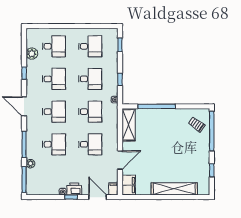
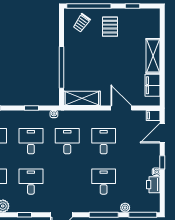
desk: (54, 112) -> (67, 182), removed
pallet: (193, 150) -> (110, 27), added
filing cabinet: (129, 185) -> (153, 85), moved, turned -90
printer: (74, 189) -> (153, 185), moved
shelving: (174, 189) -> (153, 56), width x0.68

